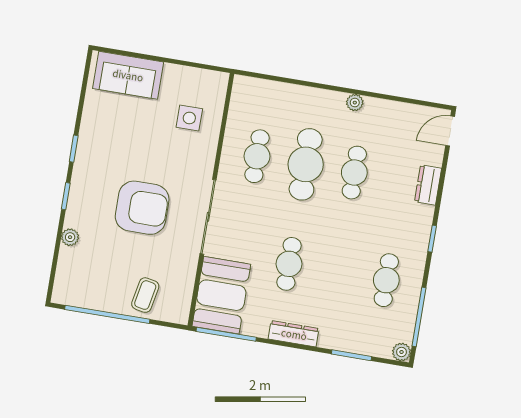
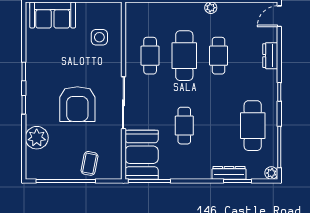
armchair: (142, 208) -> (77, 104), turned 90
plant: (70, 237) -> (37, 138), width x1.88, depth x1.88
cafe table: (386, 280) -> (253, 126), width x1.37, depth x1.35
dresser: (294, 334) -> (229, 173), moved

